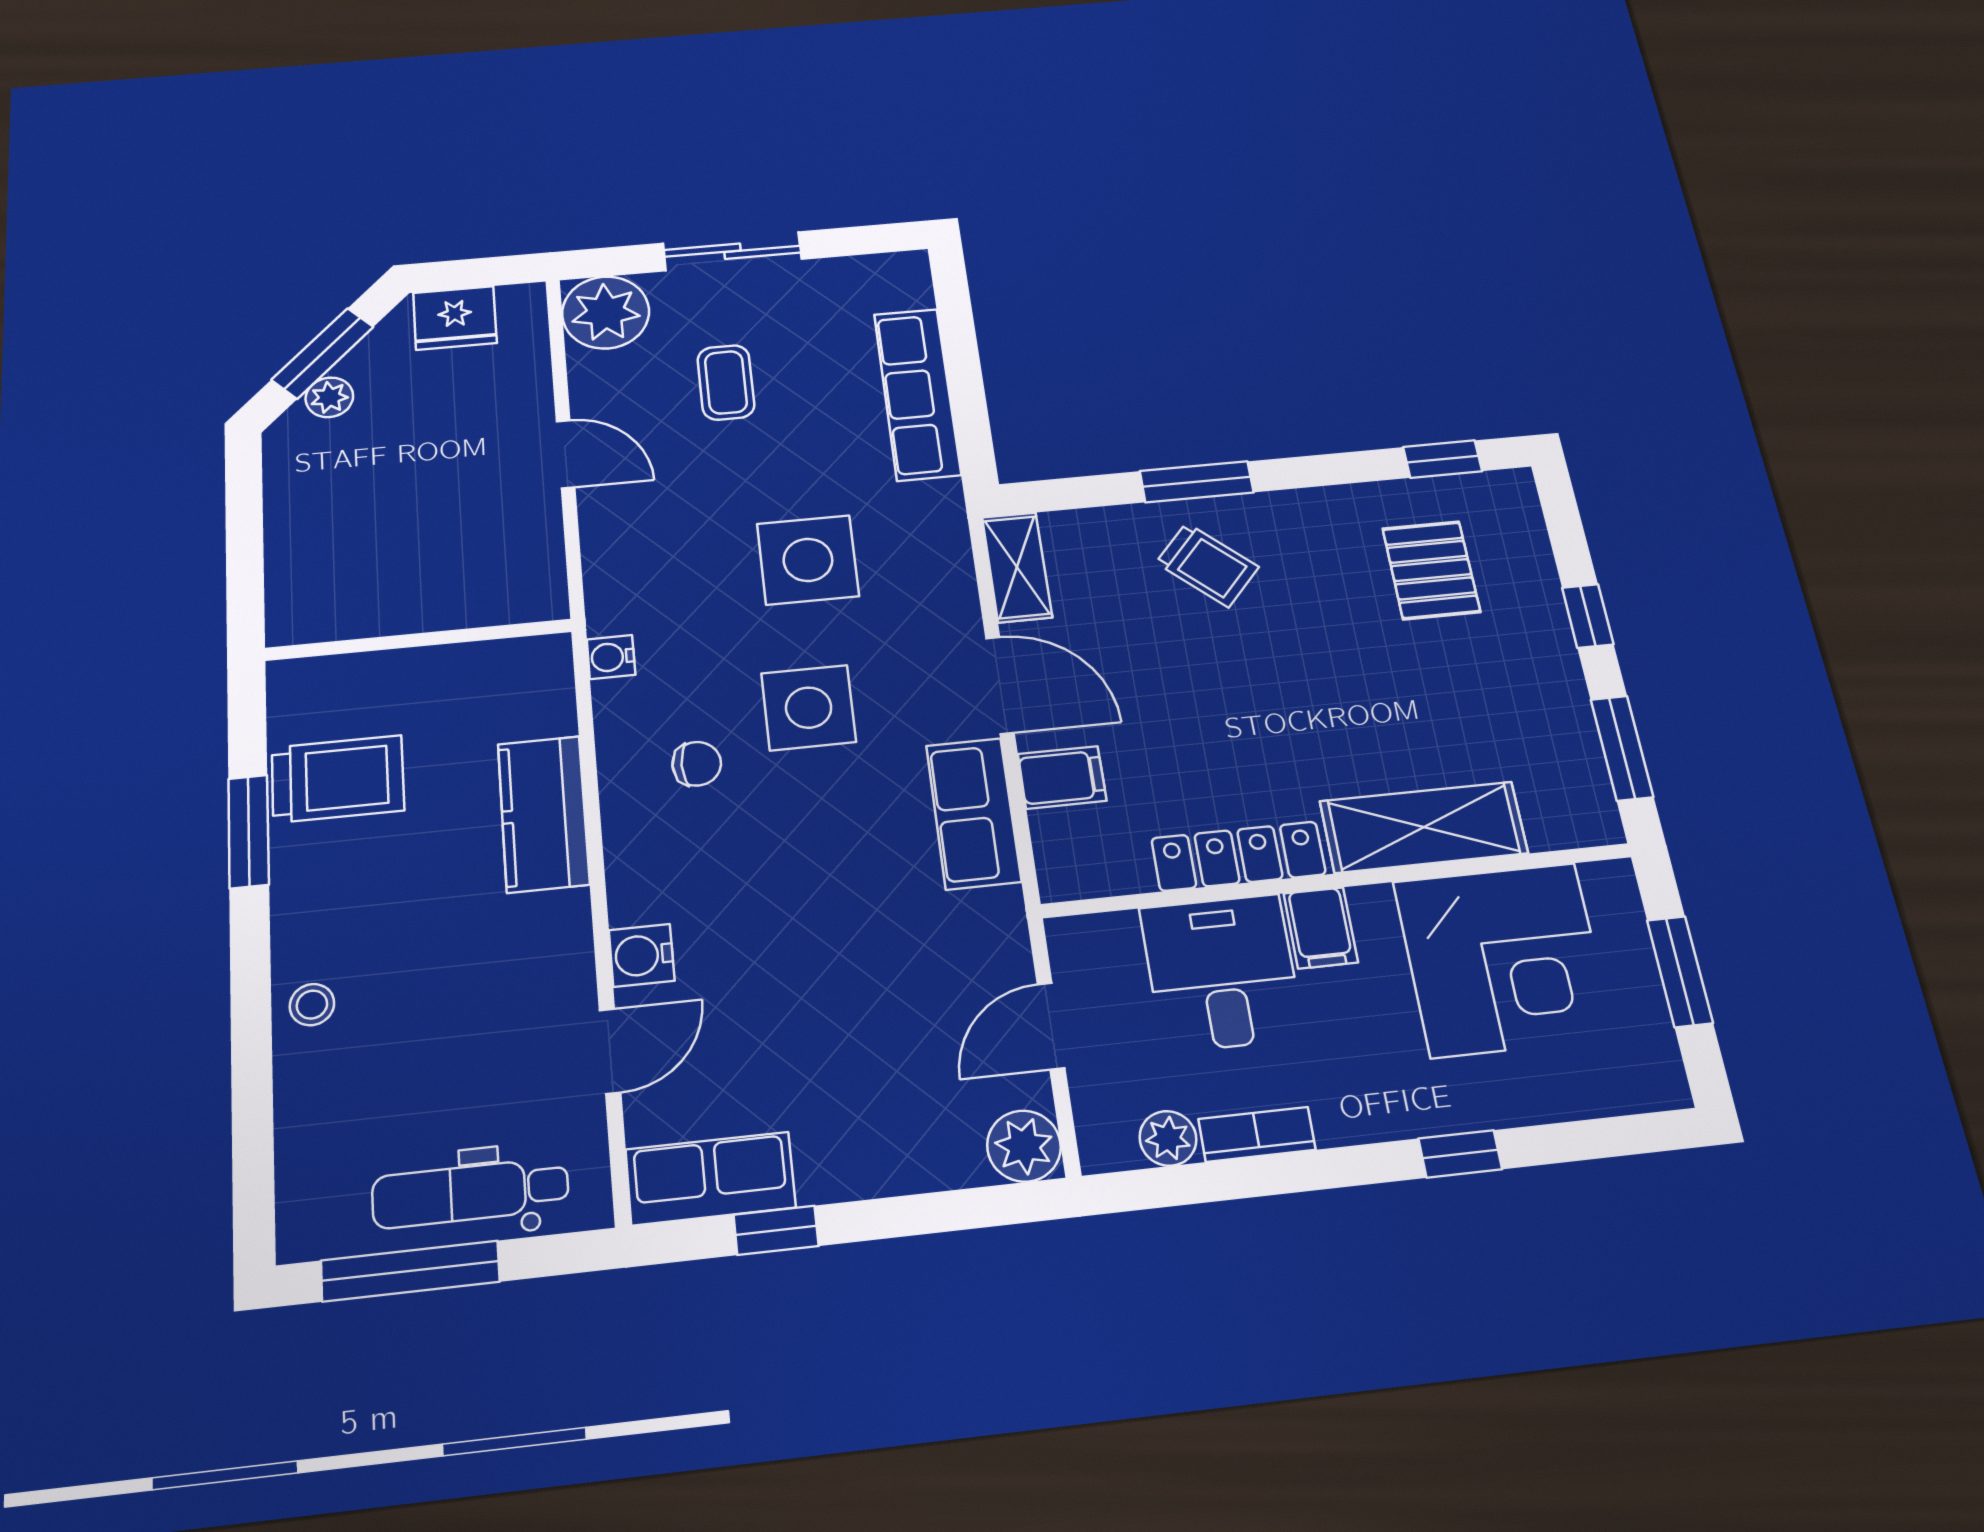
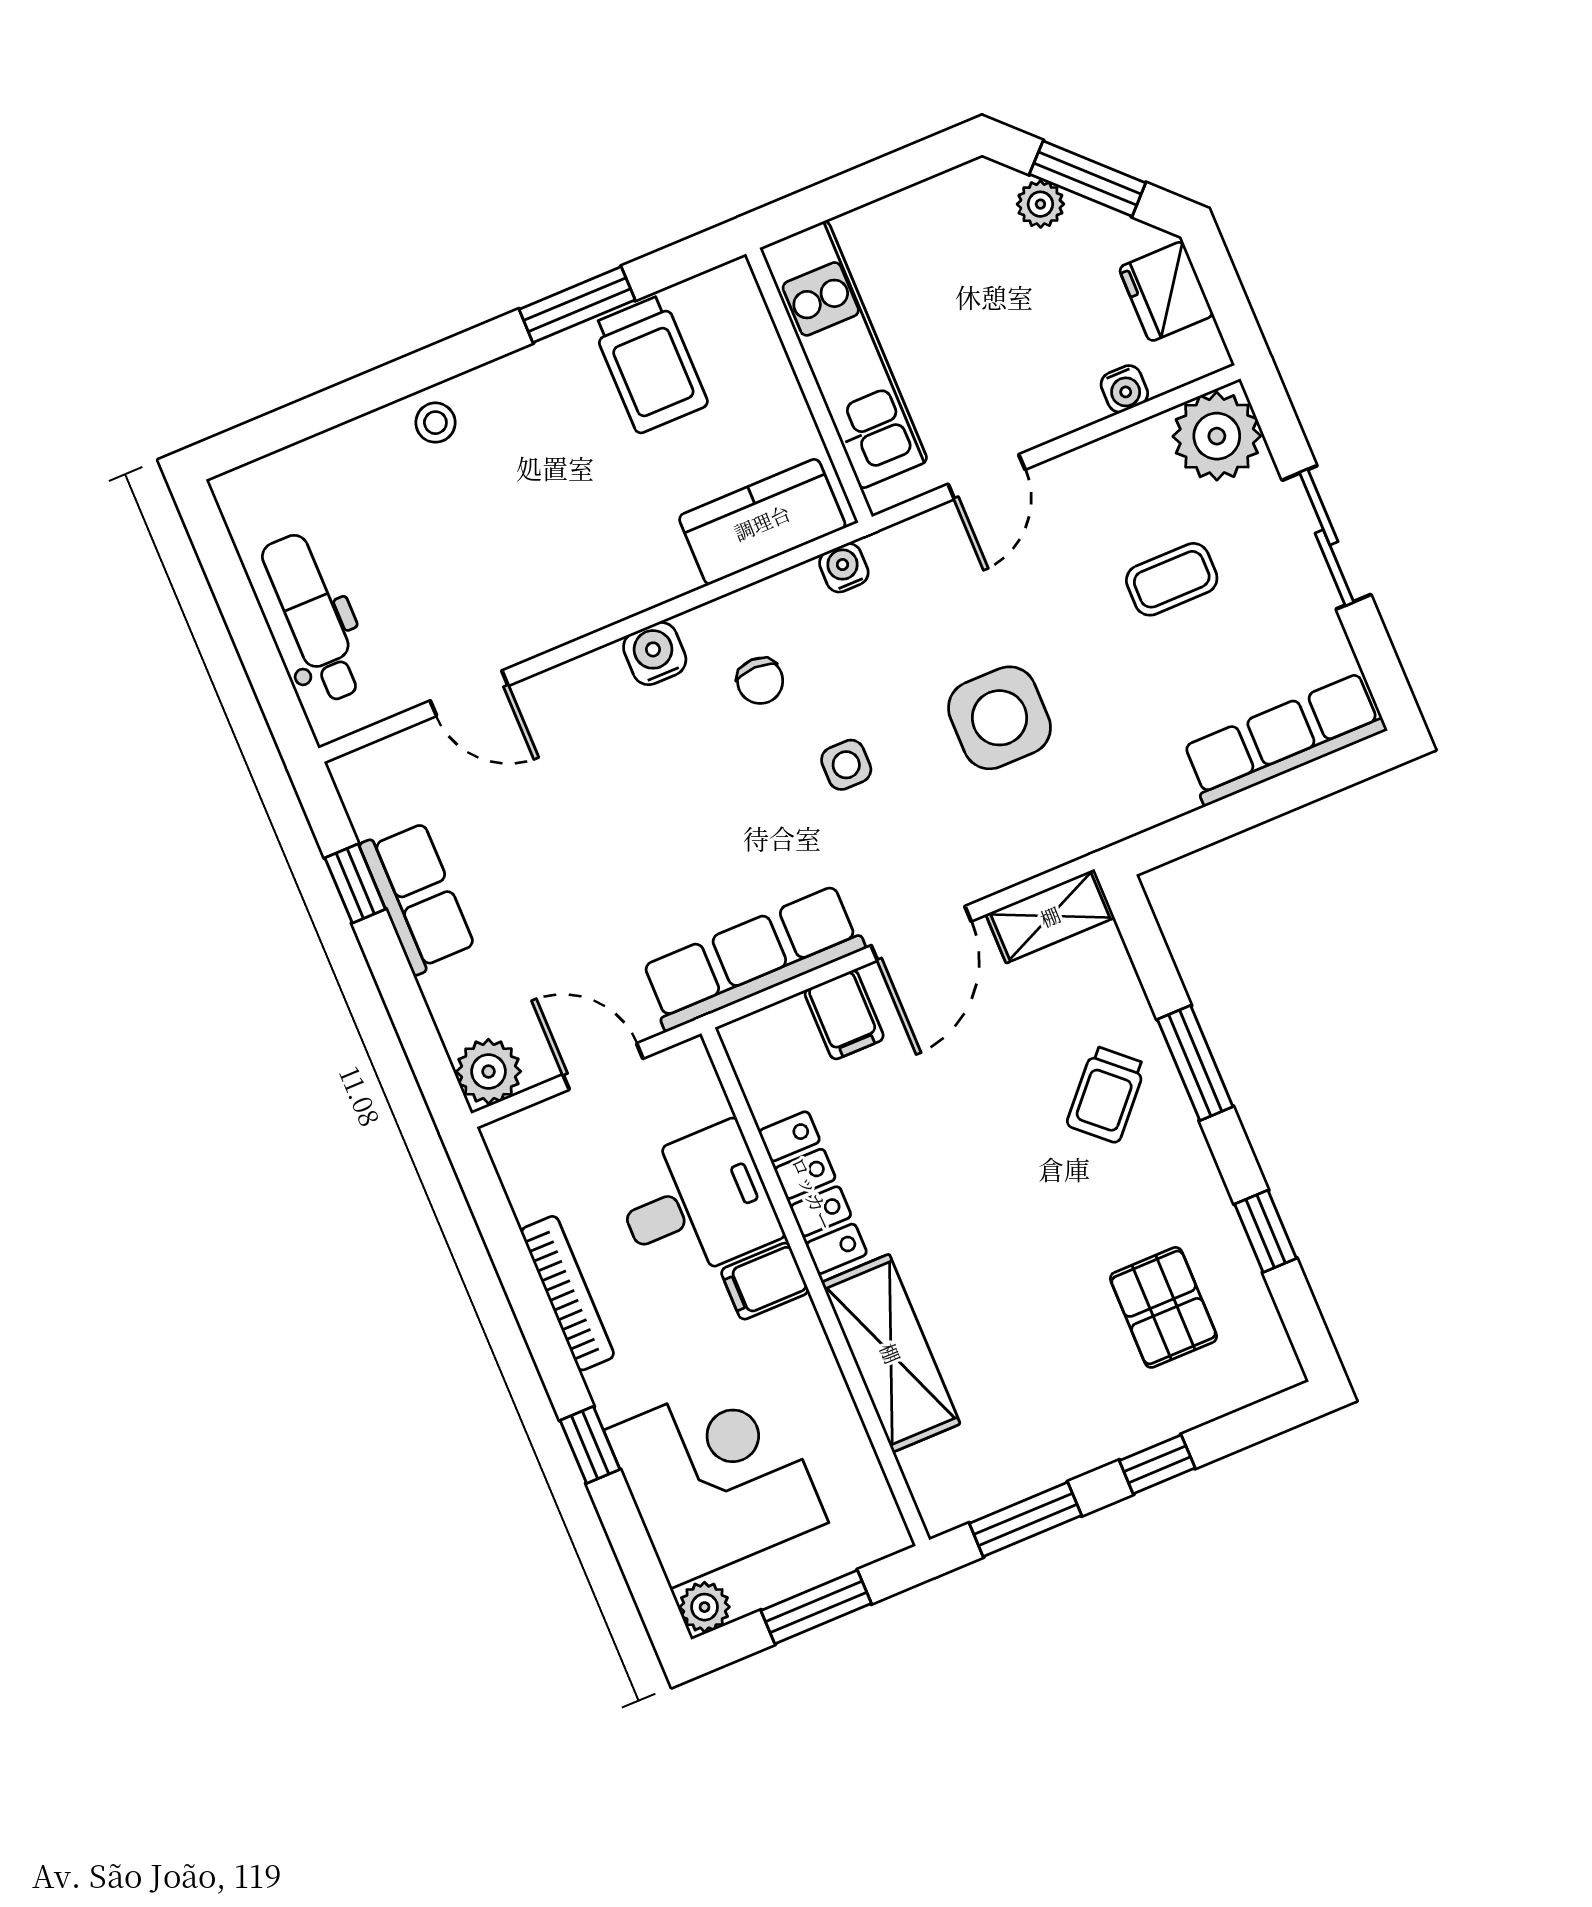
water cooler: (532, 374) -> (1124, 389), added
row of seats: (917, 394) -> (1284, 739), moved
door: (566, 454) -> (987, 477), moved
window: (1443, 459) -> (1266, 1231), moved
pallet: (1431, 570) -> (1164, 1307), turned 90
kitchen unit: (401, 601) -> (844, 355), added
side table: (809, 708) -> (846, 765), width x0.54, depth x0.54
row of seats: (973, 813) -> (752, 958), width x1.48
kitchen counter: (543, 814) -> (762, 522), moved
water cooler: (642, 955) -> (655, 654), moved
corner desk: (1503, 959) -> (716, 1476), moved, turned 180
bookcase: (1257, 1134) -> (568, 1293), width x1.56
plant: (1168, 1138) -> (705, 1607), moved
row of seats: (710, 1178) -> (418, 897), moved
window: (410, 1271) -> (233, 592), removed

